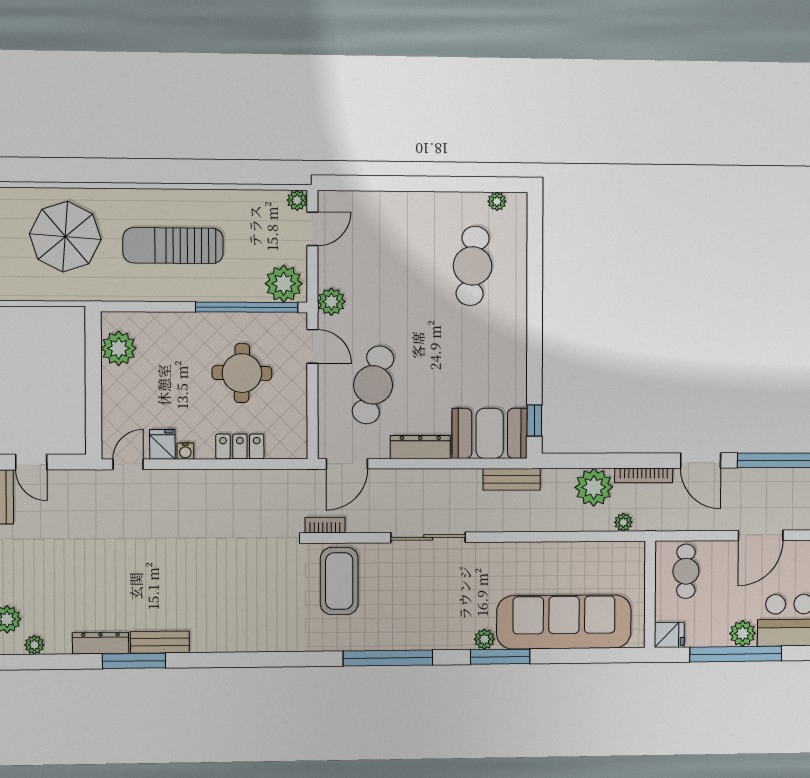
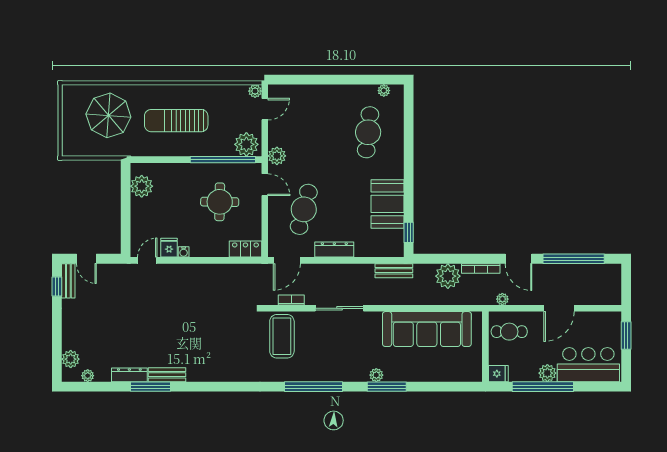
booth: (490, 433) -> (387, 204), moved, turned 90
locker: (240, 446) -> (245, 249), moved
plant: (623, 522) -> (502, 299), moved
bookcase: (325, 525) -> (291, 300), moved
cafe table: (686, 571) -> (509, 332), turned 90
sofa: (564, 622) -> (427, 329), moved, turned 180

